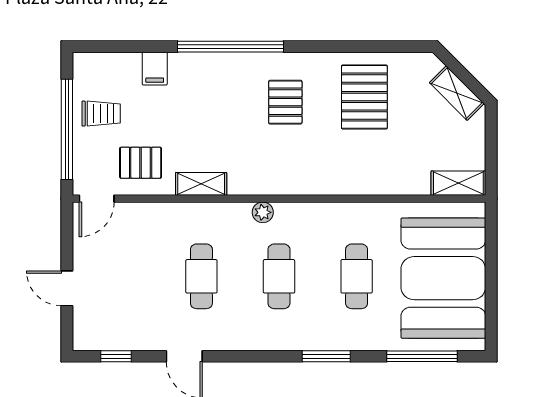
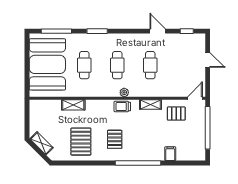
trolley: (101, 114) -> (122, 107), moved
shelving: (458, 183) -> (73, 105), moved

